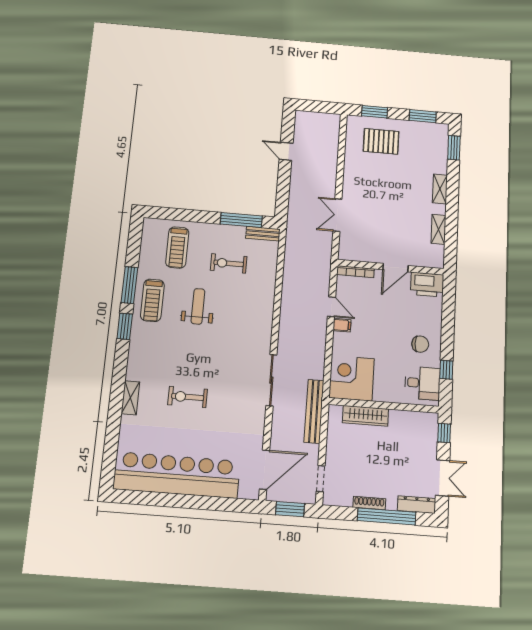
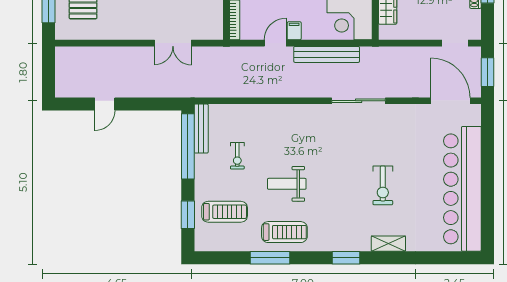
window: (178, 214) -> (188, 215), added
window: (241, 220) -> (188, 146), width x1.46
bench: (263, 234) -> (201, 129), width x1.36
exercise bike: (229, 263) -> (237, 156), width x0.73, depth x0.72
window: (125, 326) -> (346, 258), moved
bench: (314, 411) -> (327, 54), moved

